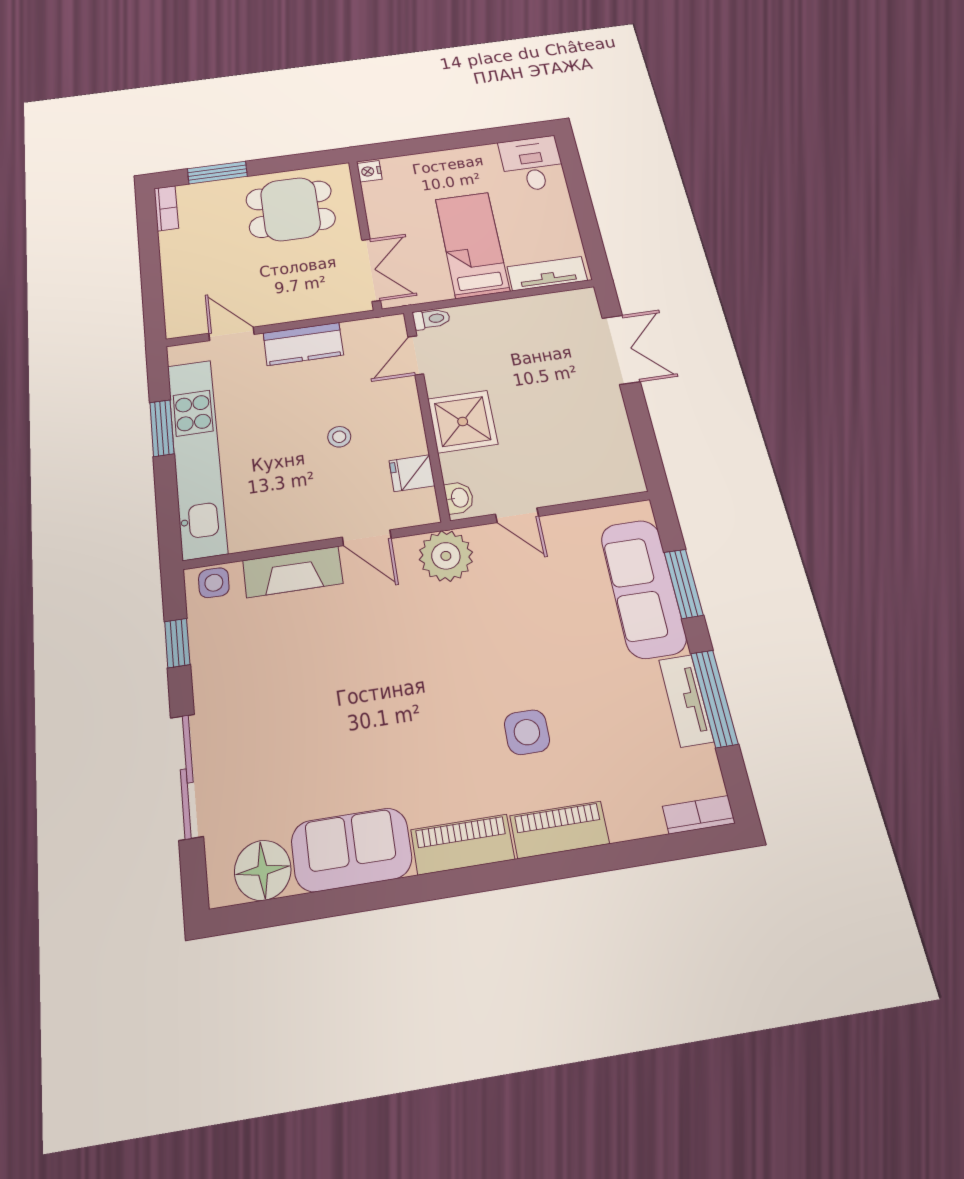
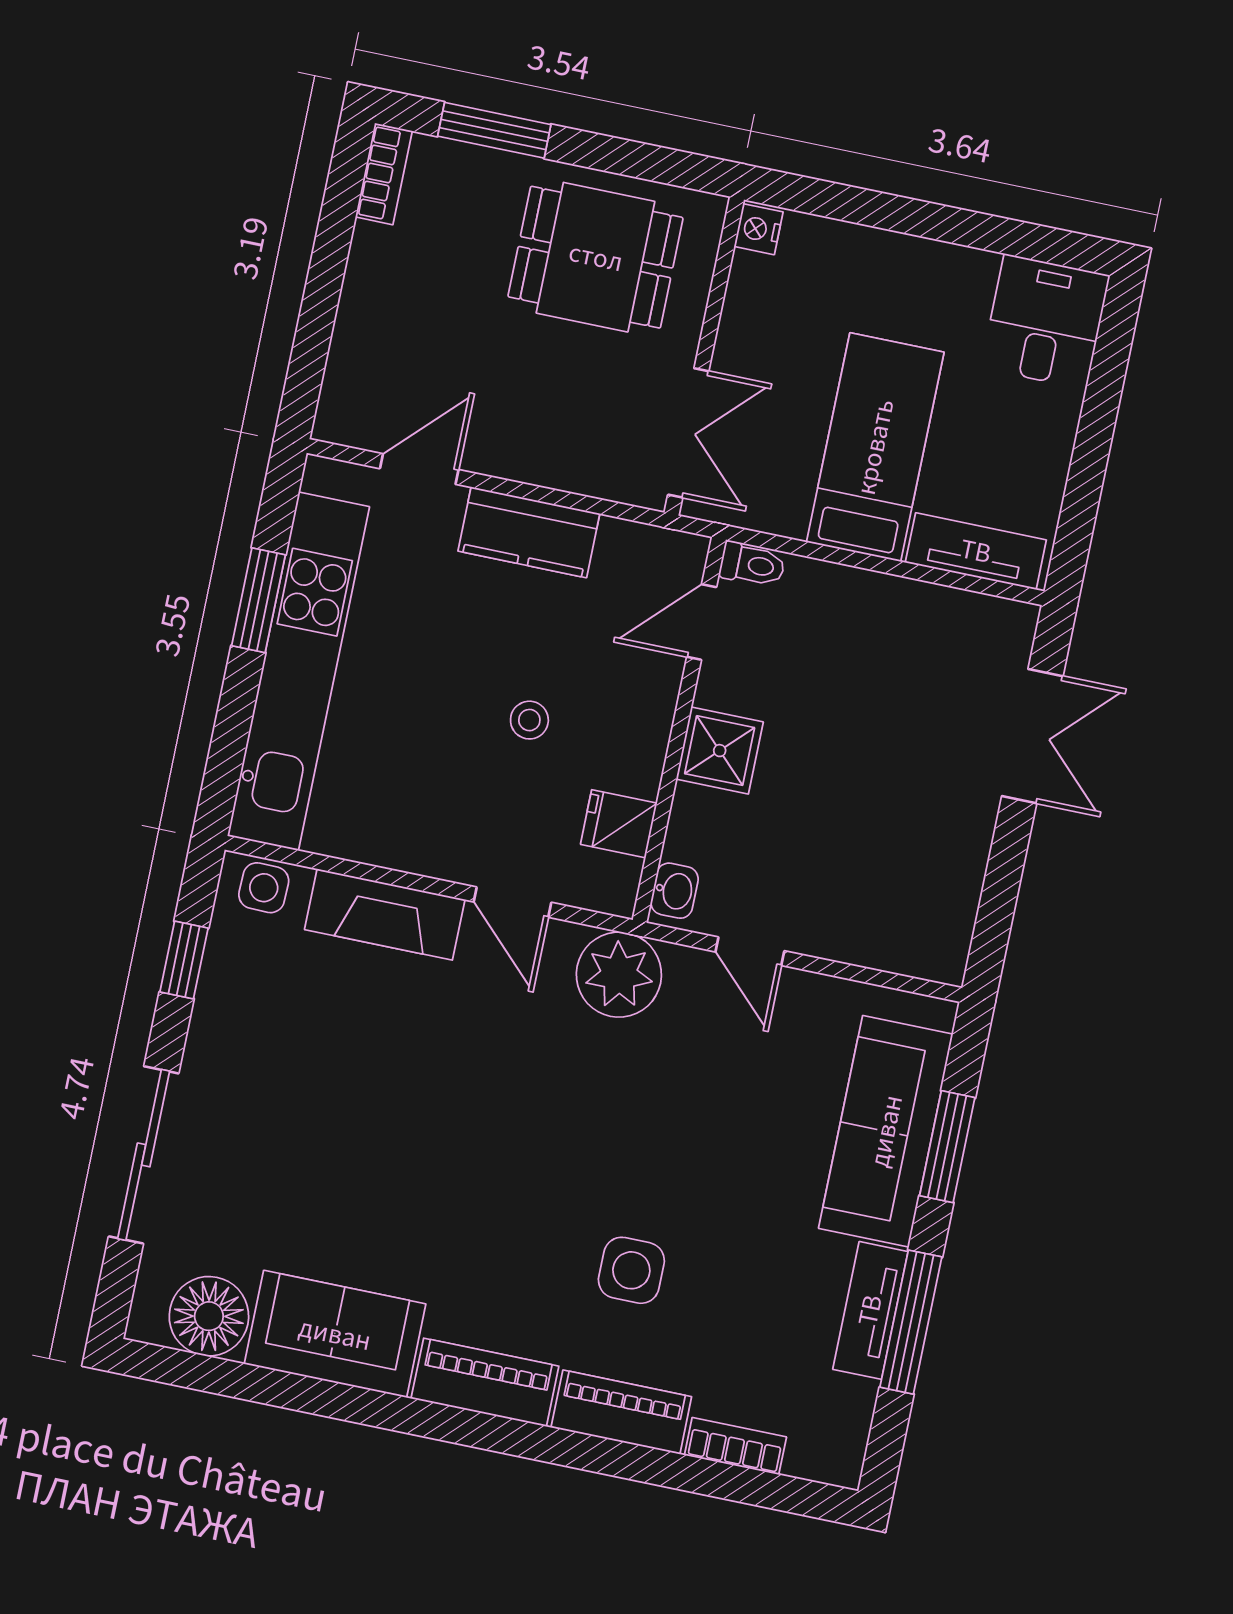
door: (231, 334) -> (419, 469), hinge flipped
shower: (463, 421) -> (720, 751), width x0.73, depth x0.73
bookcase: (699, 815) -> (735, 1446), moved

